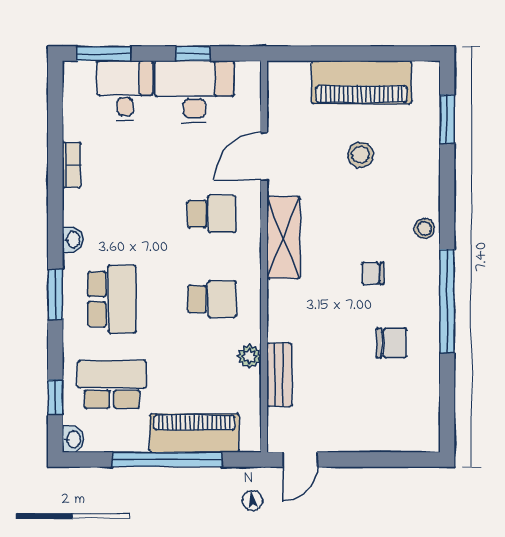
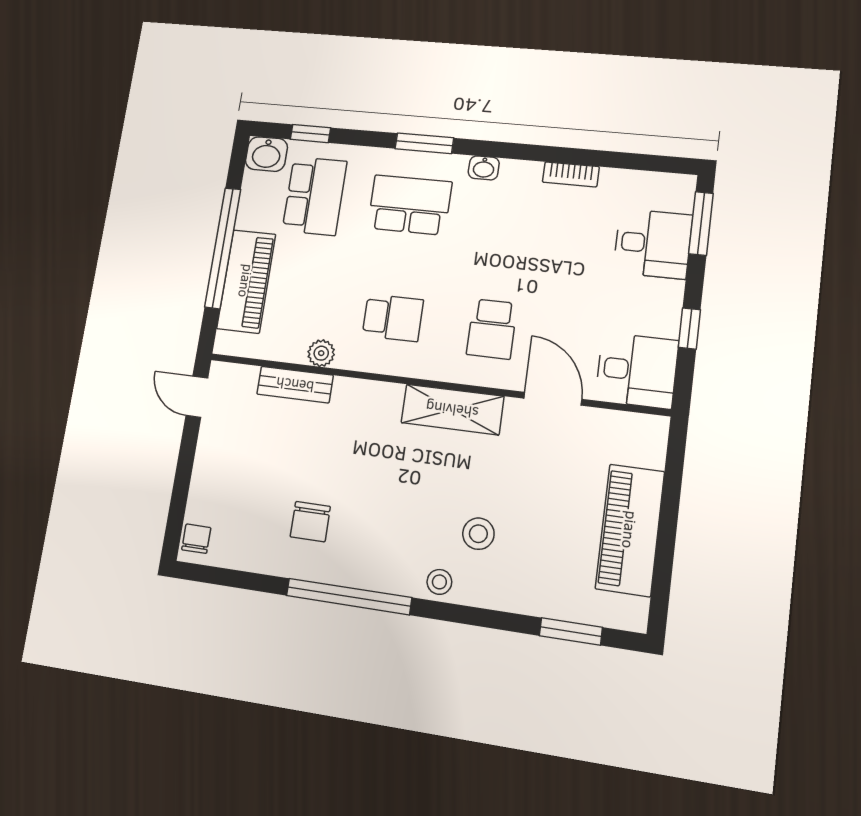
desk: (194, 92) -> (637, 370), moved, width x0.73
stool: (361, 155) -> (478, 534), moved
chair: (373, 273) -> (196, 539), moved
school desk: (112, 299) -> (410, 205), turned 180
school desk: (212, 299) -> (393, 318), turned -90
washbasin: (73, 439) -> (267, 154), width x1.38, depth x1.45

